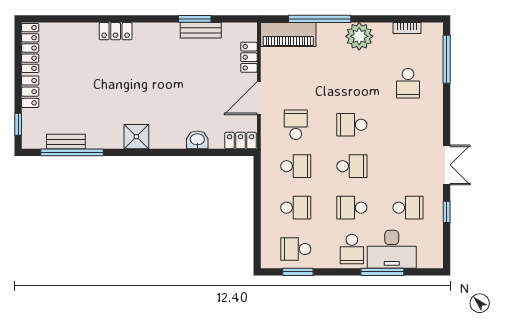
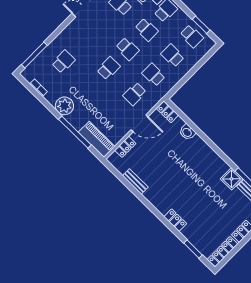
window: (195, 19) -> (193, 249), moved
school desk: (352, 125) -> (108, 68), turned -90
shower: (136, 137) -> (231, 179), moved
school desk: (352, 166) -> (128, 49), turned 180

